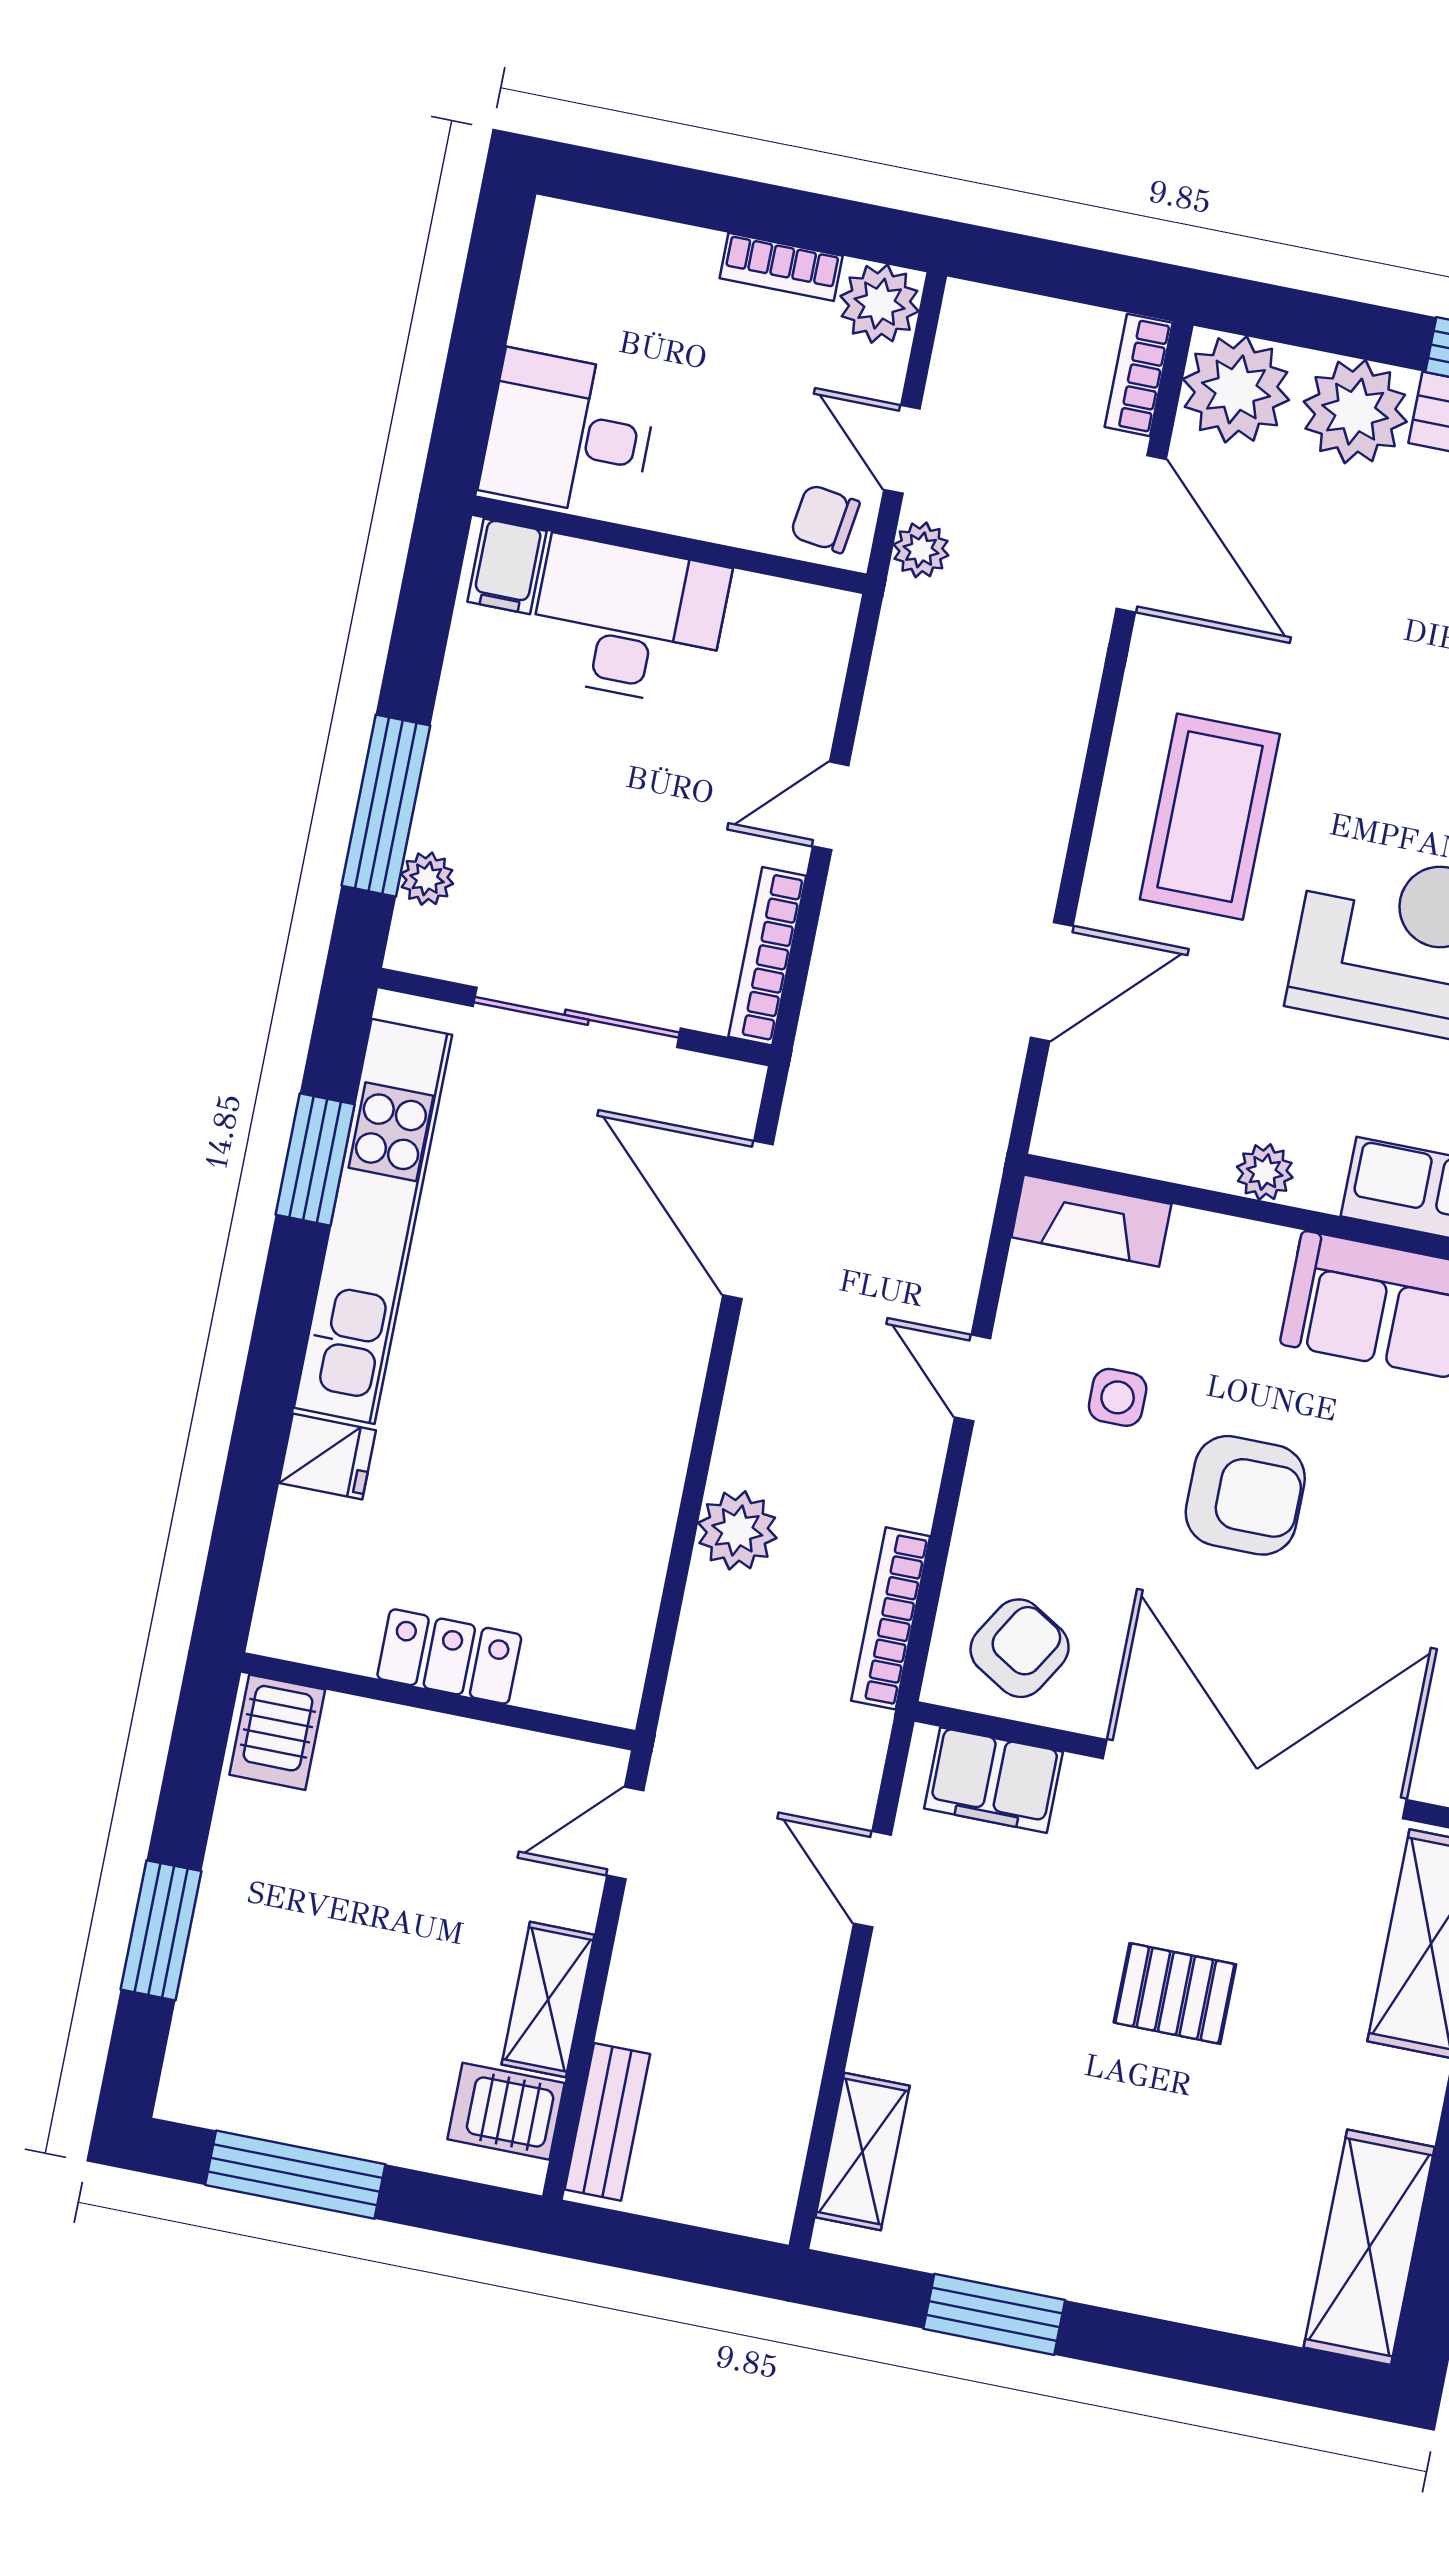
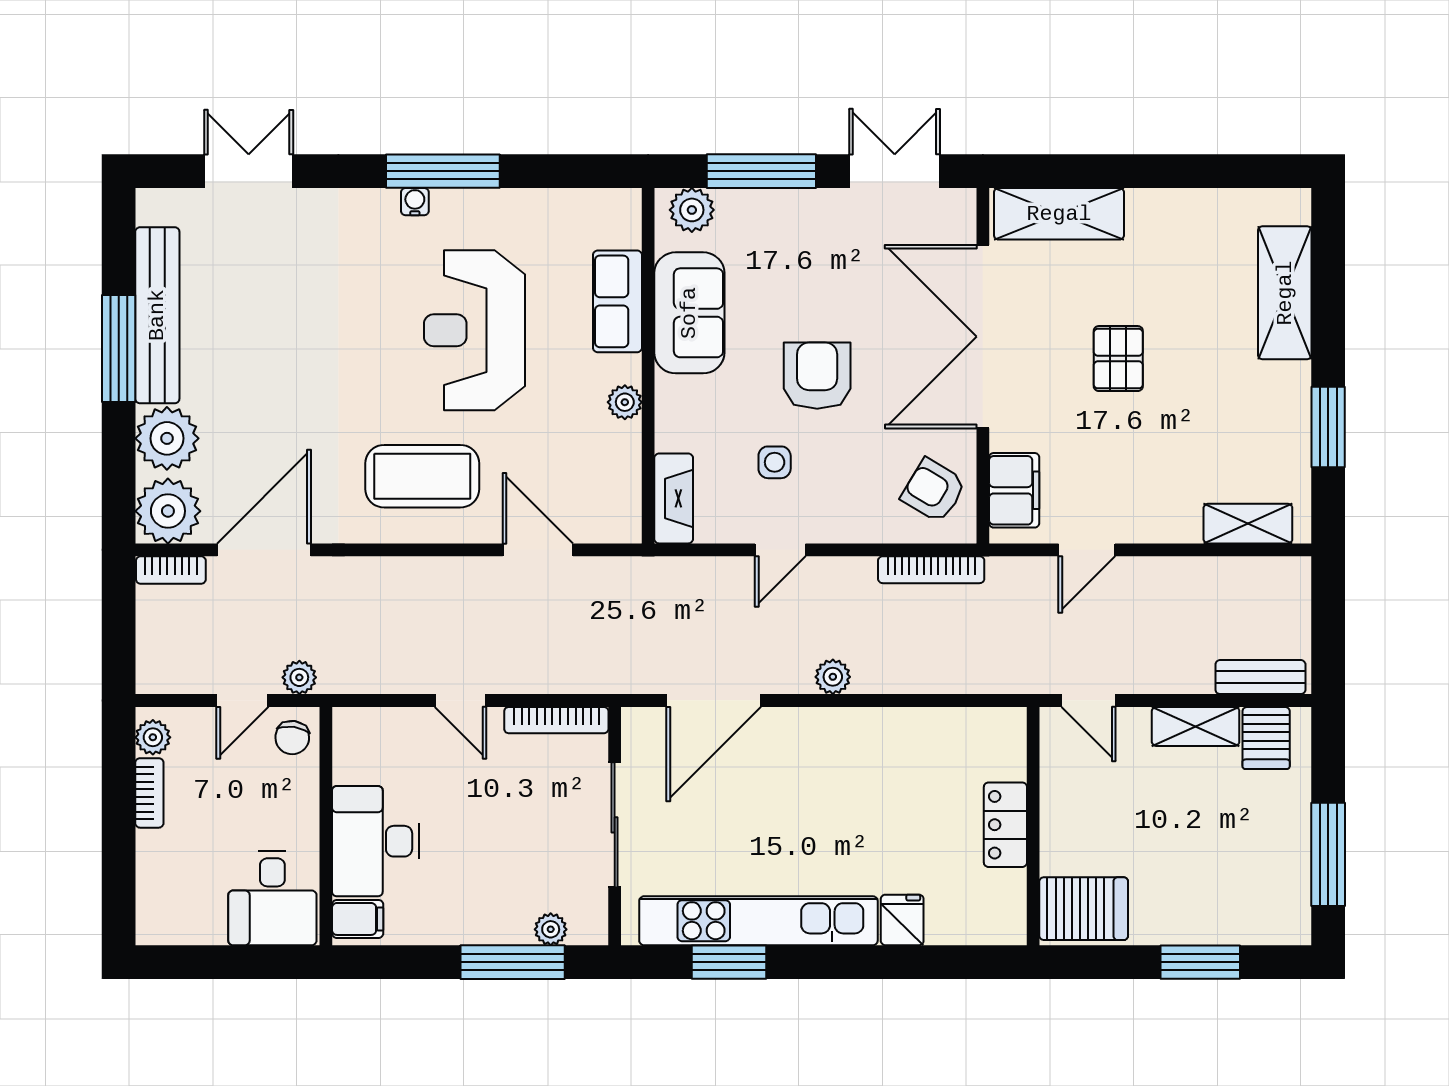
plant: (880, 304) -> (153, 737), width x0.73, depth x0.73
plant: (737, 1530) -> (833, 677), moved, width x0.73, depth x0.73
server rack: (277, 1732) -> (1084, 909), width x1.36, depth x1.44
shelving: (1369, 2247) -> (1285, 293), moved, turned 90

